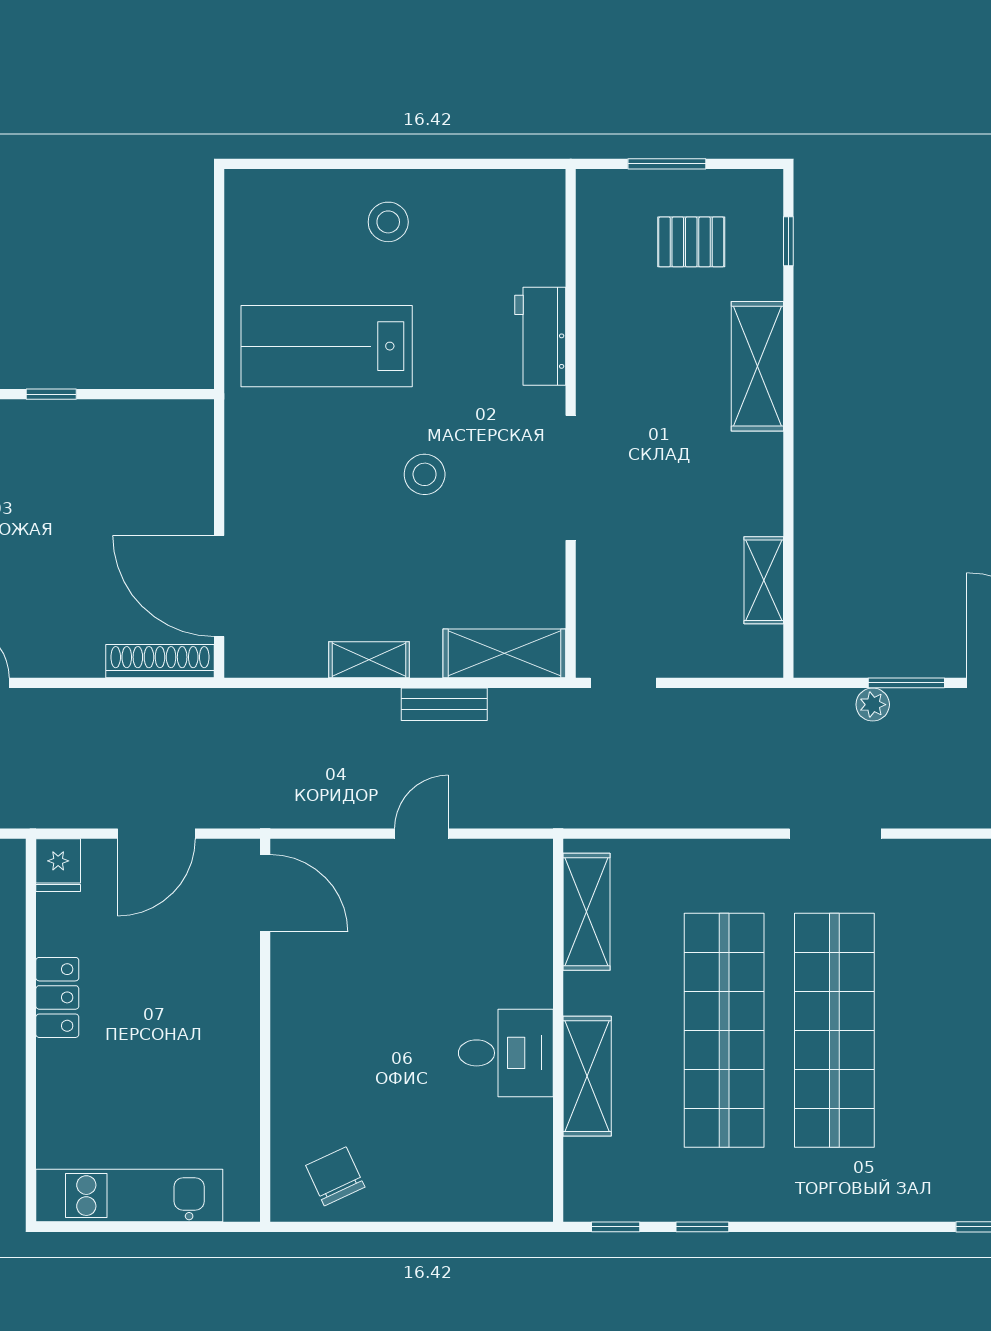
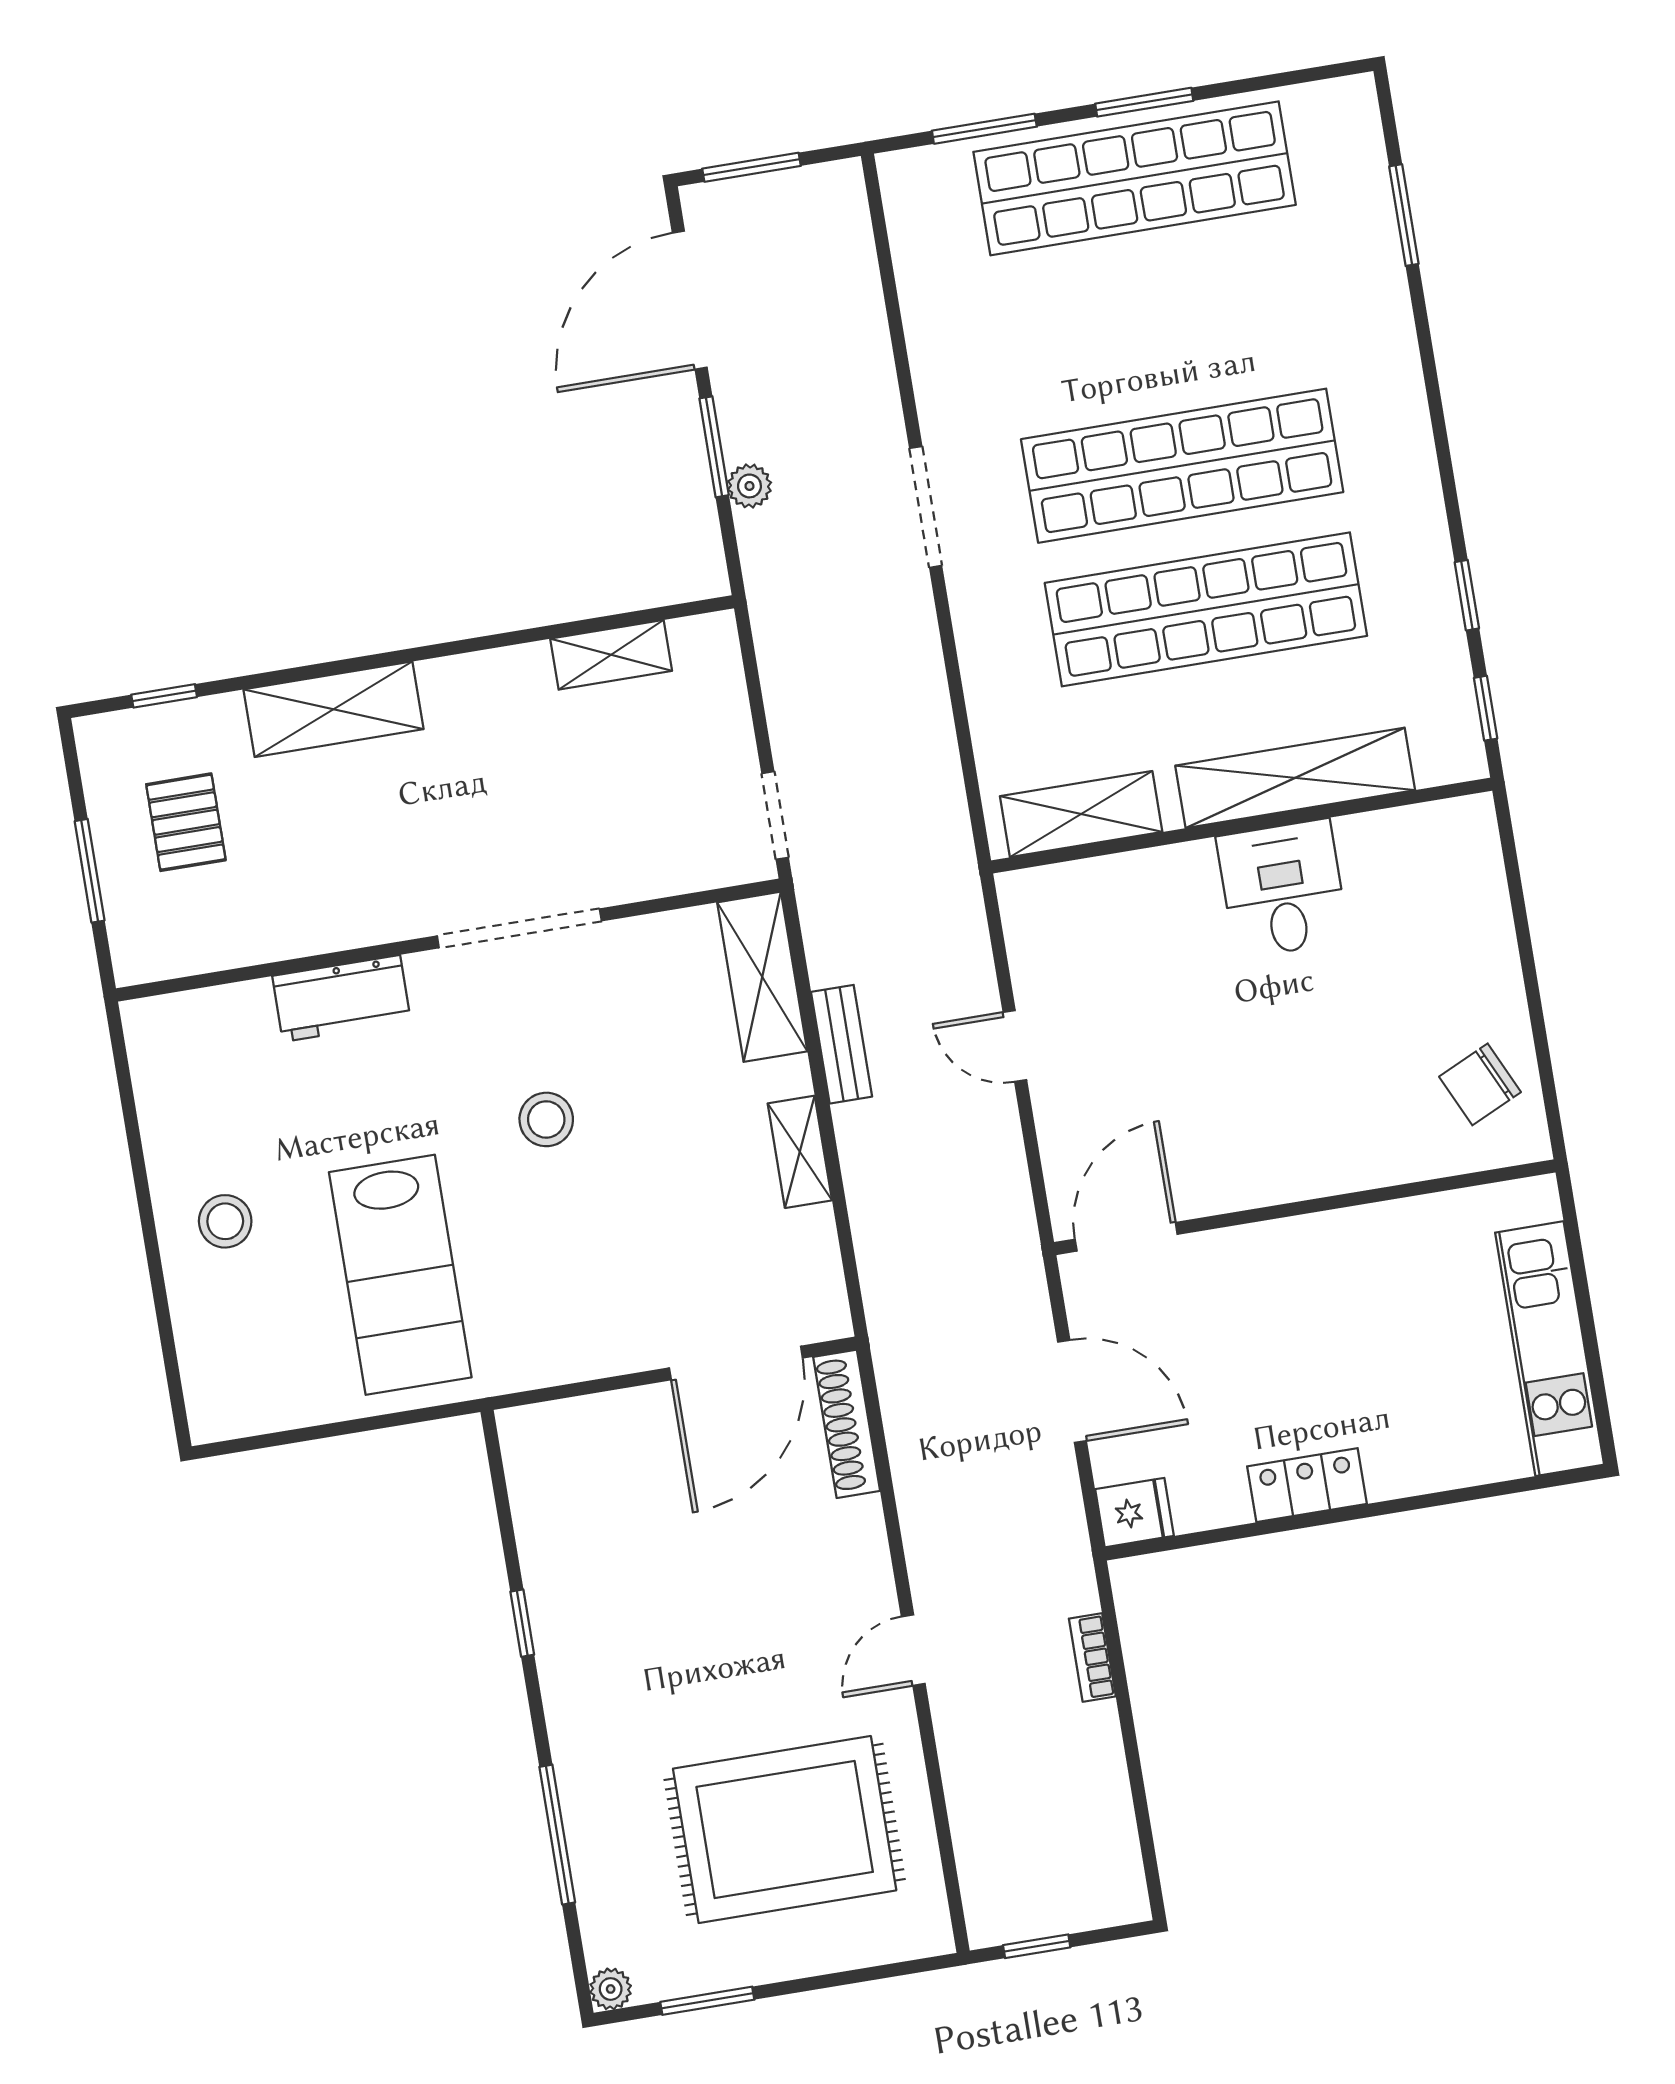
shelving: (587, 1076) -> (1295, 778), width x1.47

